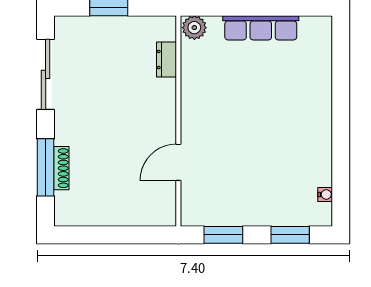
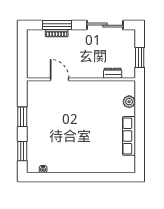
dresser: (166, 59) -> (113, 73), moved
wall: (178, 121) -> (81, 79), moved
door: (178, 162) -> (60, 79), moved

